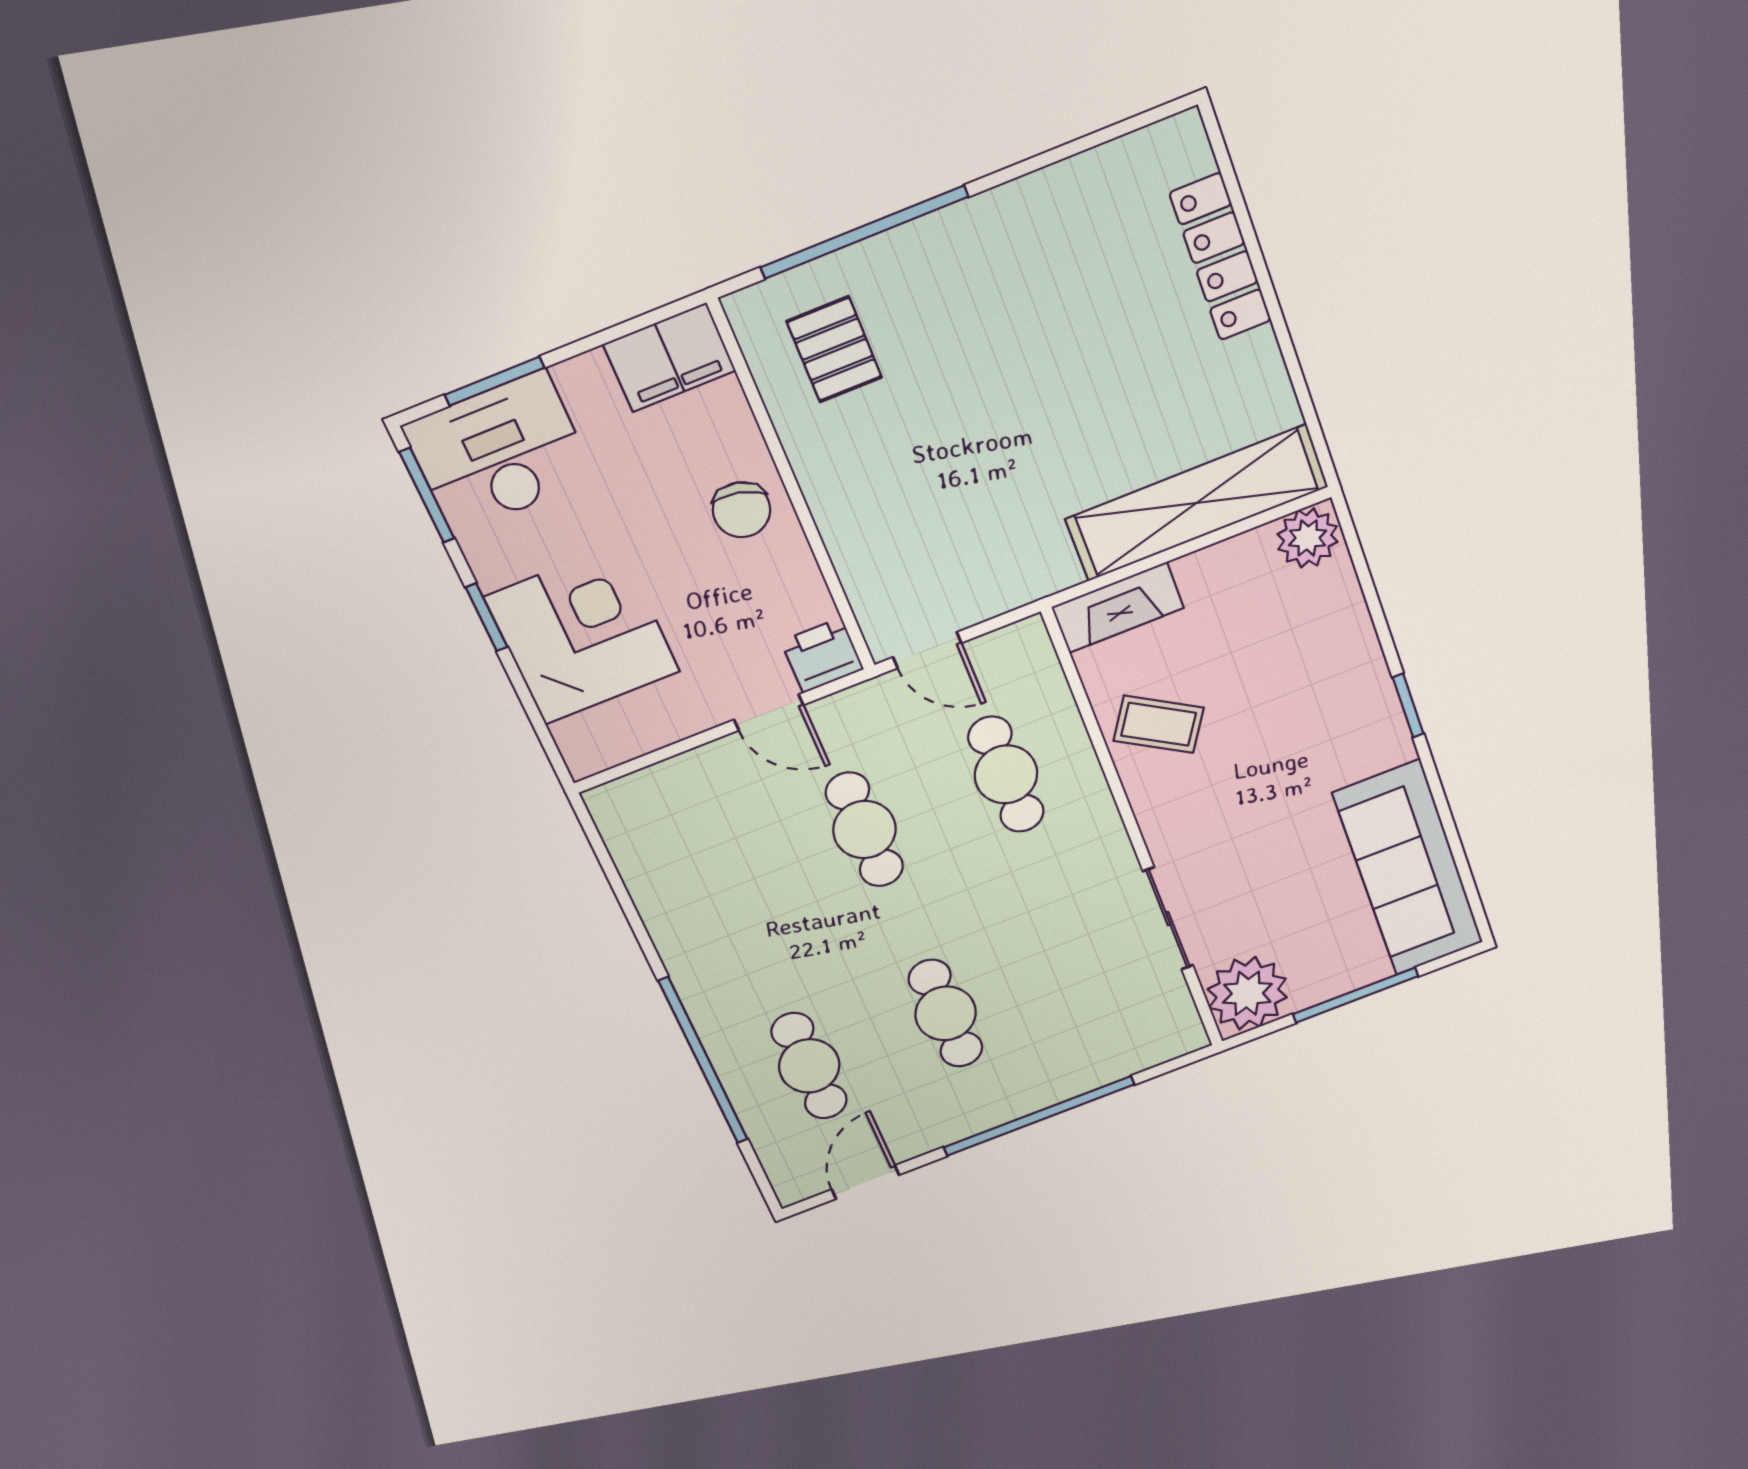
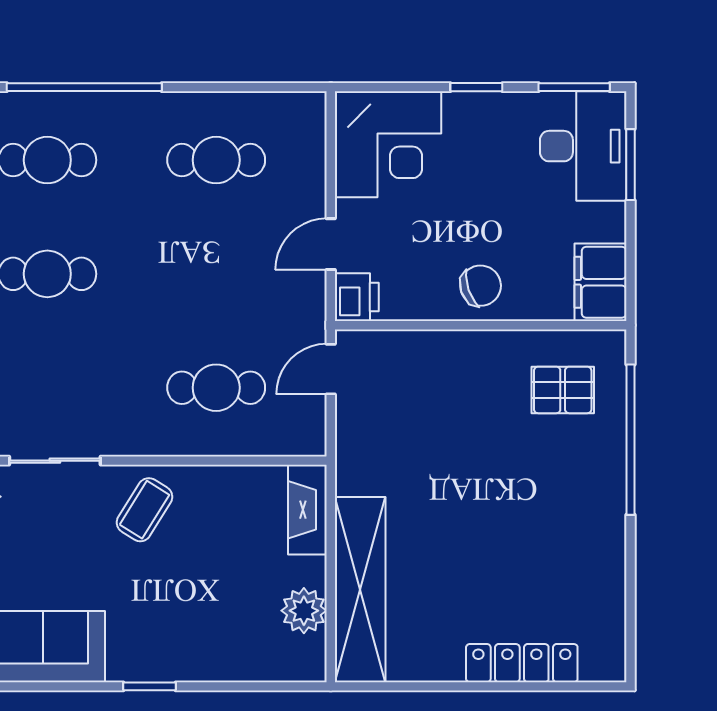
chair: (741, 510) -> (481, 286), turned 148
plant: (1308, 538) -> (304, 611), moved
corner desk: (582, 634) -> (388, 144), moved
coffee table: (1159, 724) -> (145, 510), moved
cafe table: (864, 830) -> (216, 160), moved

